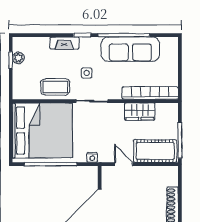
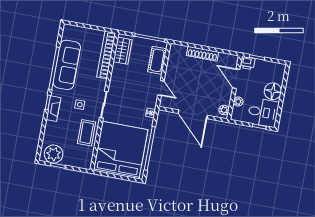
fireplace: (64, 43) -> (53, 109), moved
plant: (18, 58) -> (54, 154), width x1.88, depth x1.88
wardrobe: (140, 112) -> (123, 51), moved
cot: (155, 151) -> (157, 60), width x0.73, depth x0.75
door: (124, 164) -> (161, 88), swing flipped

